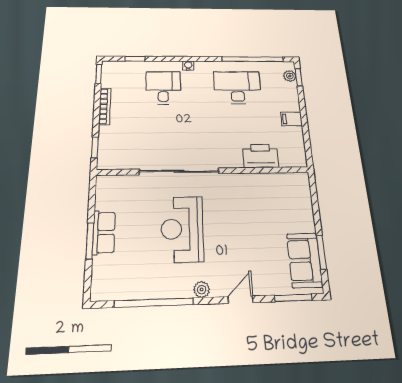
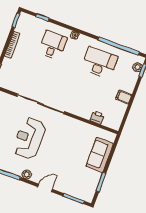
printer: (261, 156) -> (97, 117), width x0.53, depth x0.68
sofa: (305, 260) -> (100, 155), moved

